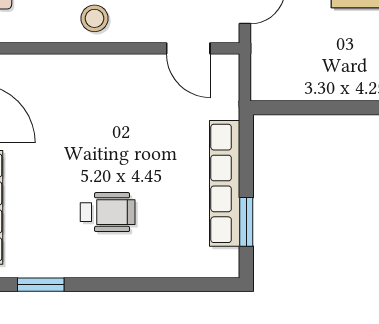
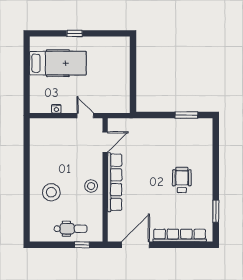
row of seats: (225, 183) -> (115, 182), moved, turned -90

